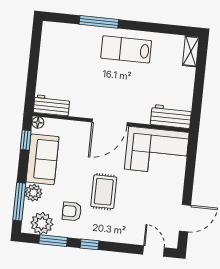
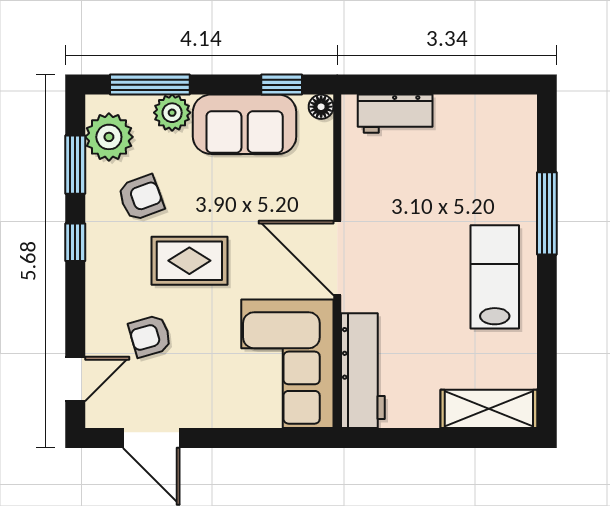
shelving: (191, 51) -> (489, 409), width x1.50, depth x1.33
workbench: (52, 105) -> (395, 114), moved, turned 90
workbench: (171, 116) -> (363, 371), width x1.38
armchair: (72, 211) -> (141, 198), turned 70
armchair: (137, 214) -> (150, 336), added

